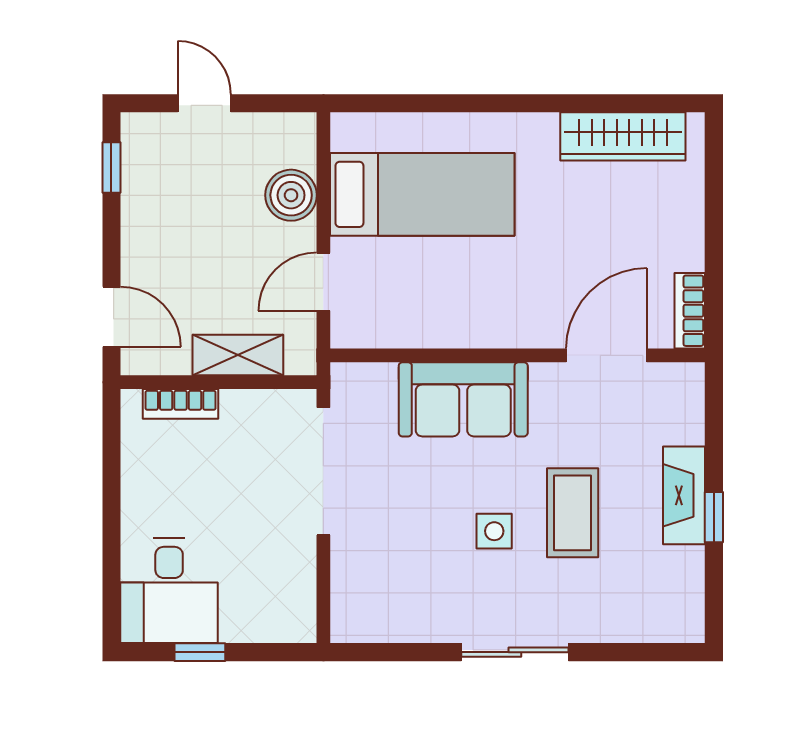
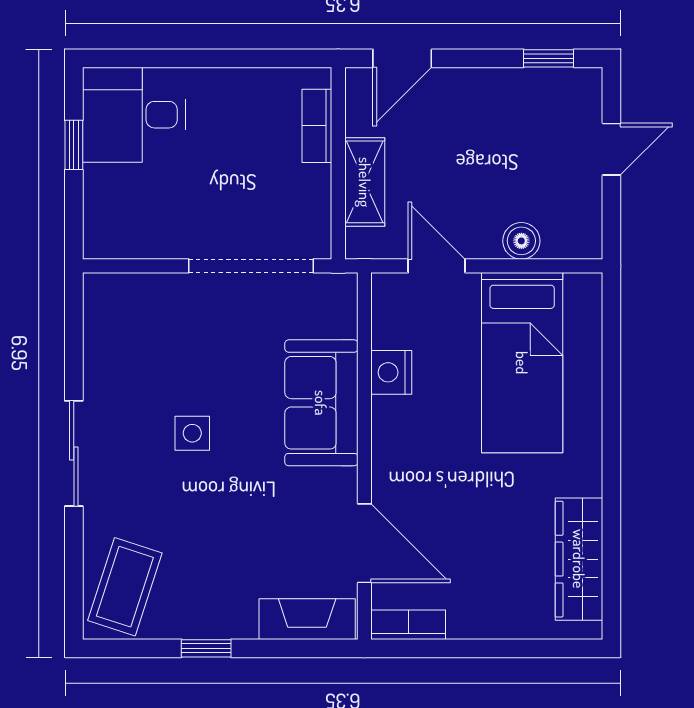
boiler: (291, 195) -> (521, 241), width x0.73, depth x0.73
nightstand: (432, 328) -> (391, 372), added
fireplace: (684, 495) -> (307, 619), moved
coffee table: (573, 513) -> (125, 587), moved, turned -72

